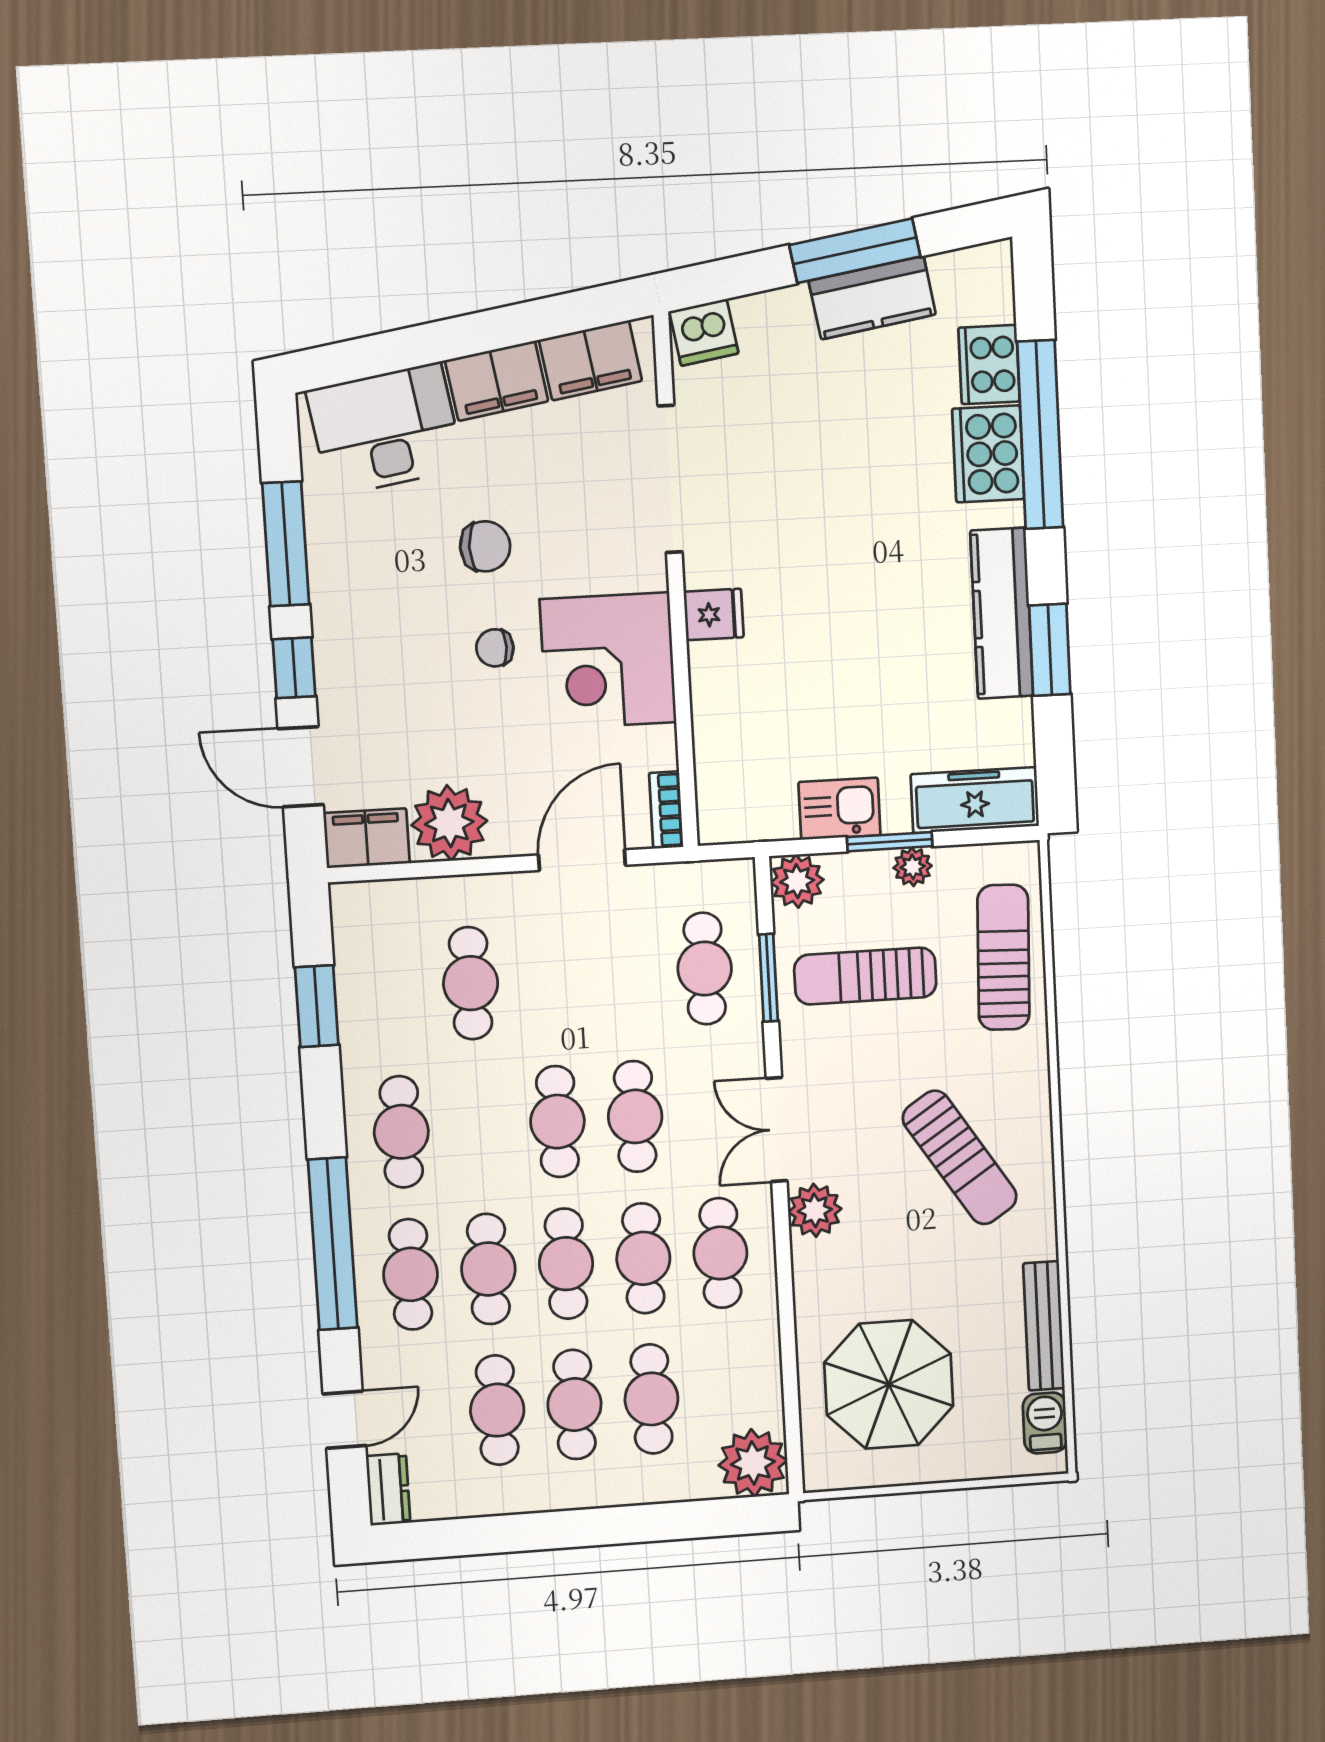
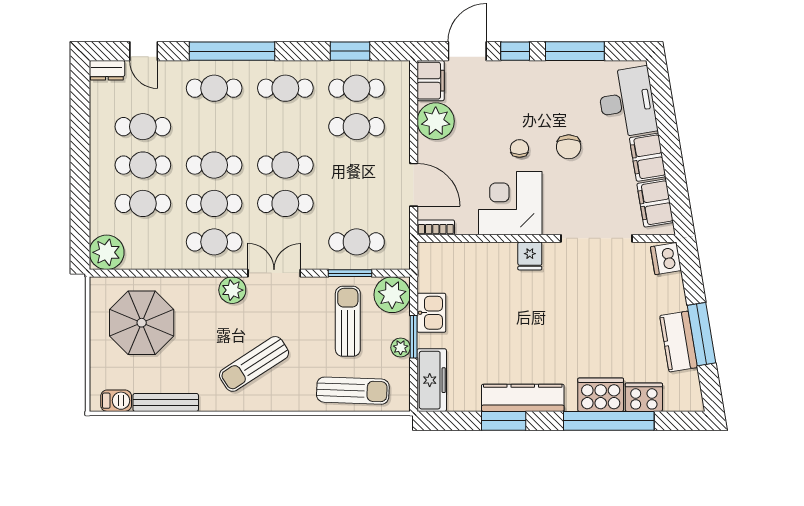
plant: (797, 881) -> (392, 295), width x1.36, depth x1.36
cafe table: (488, 1269) -> (357, 88), moved

